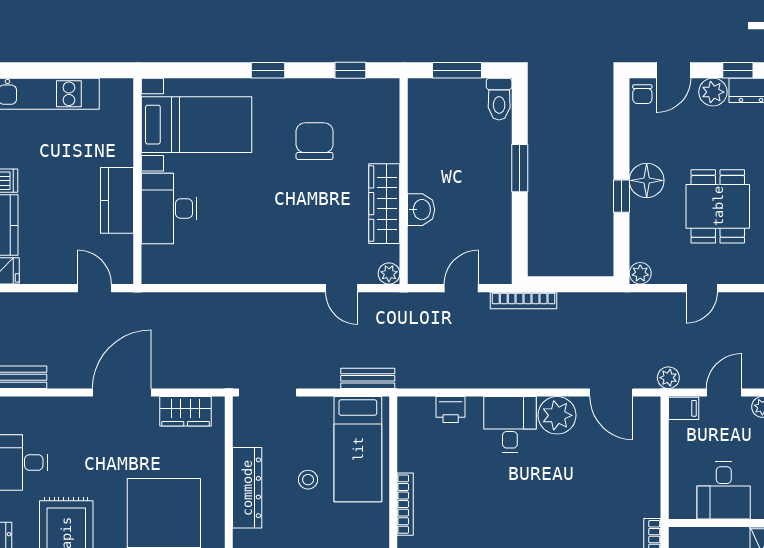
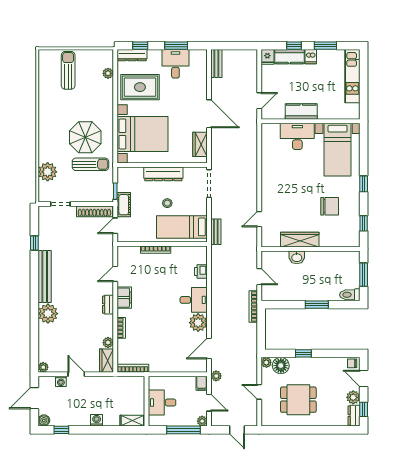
floor lamp: (647, 180) -> (281, 366), moved
plant: (389, 273) -> (266, 242), removed

